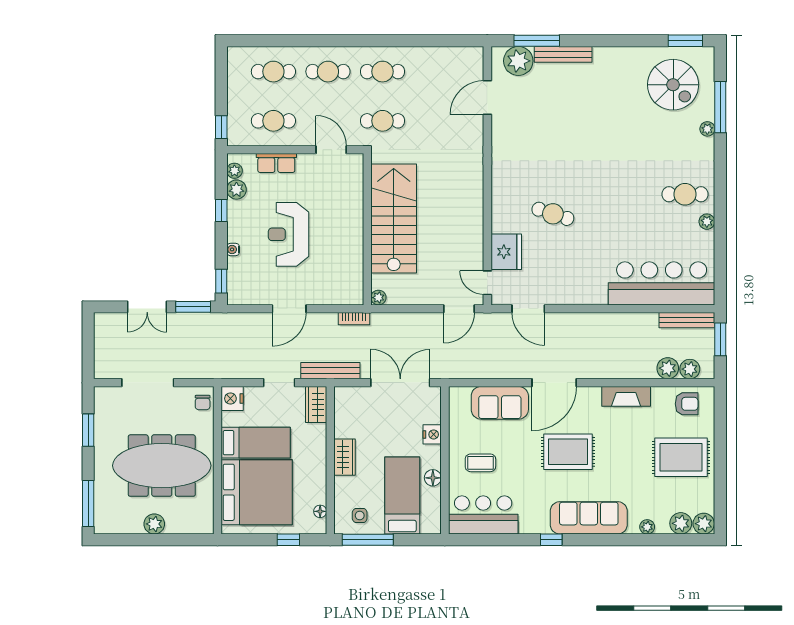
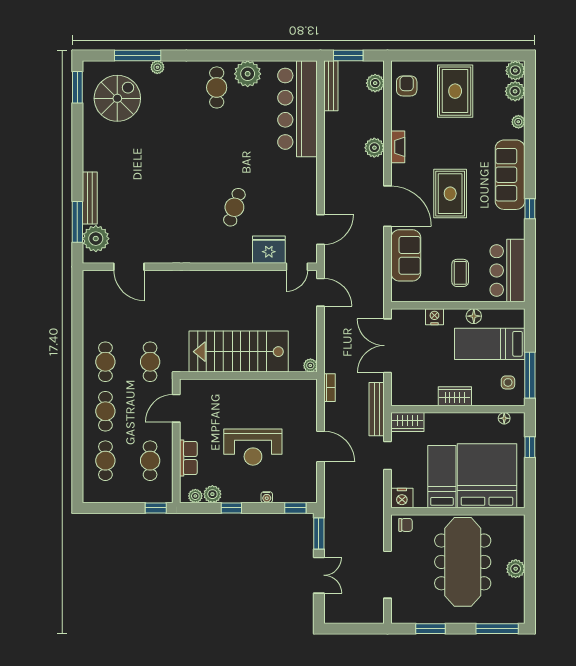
plant: (707, 222) -> (248, 74), width x1.87, depth x1.87
plant: (668, 368) -> (374, 148), moved
fireplace: (626, 396) -> (398, 147), width x0.73, depth x0.76

